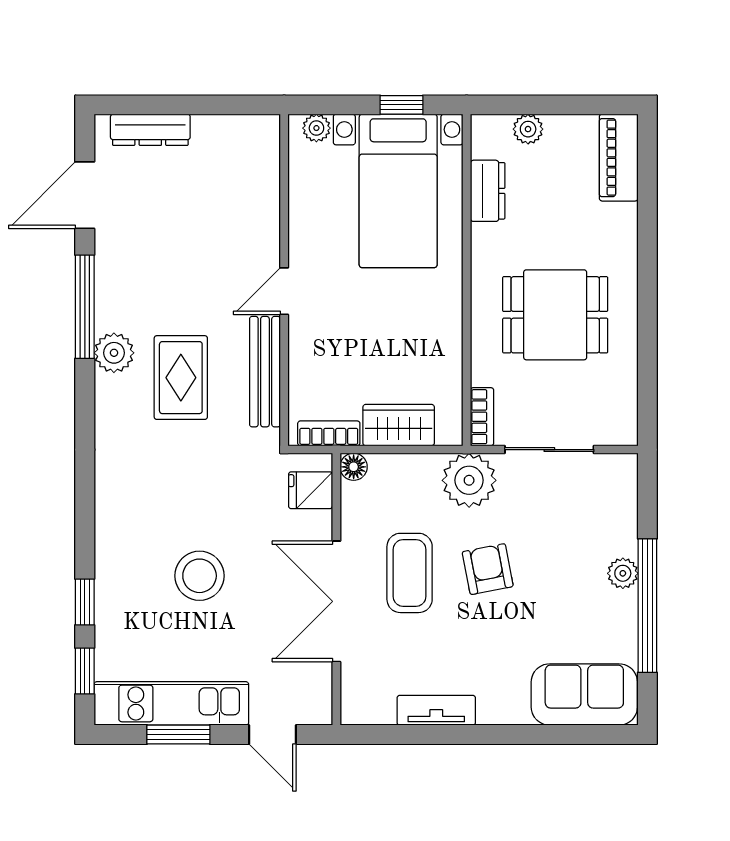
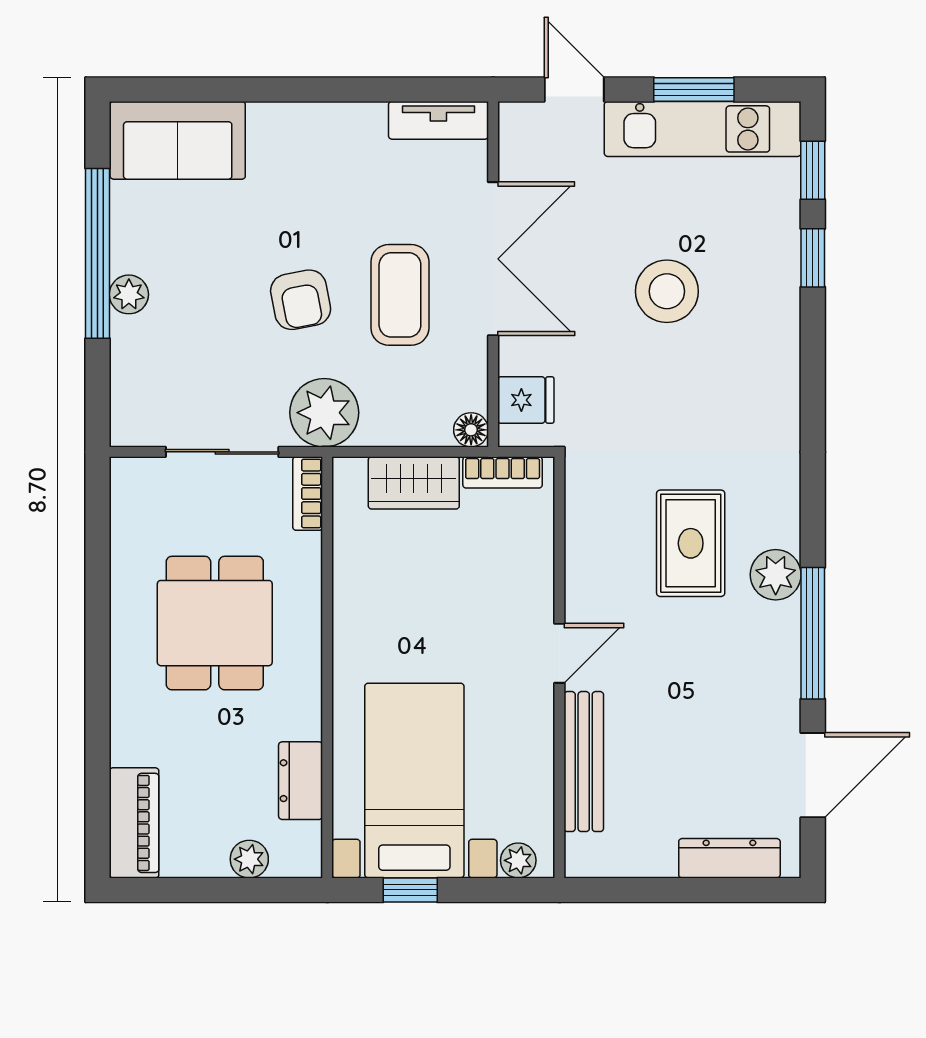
dining table: (555, 315) -> (215, 623), turned 90
bench: (265, 372) -> (584, 762), moved
tv unit: (436, 710) -> (438, 120), moved

